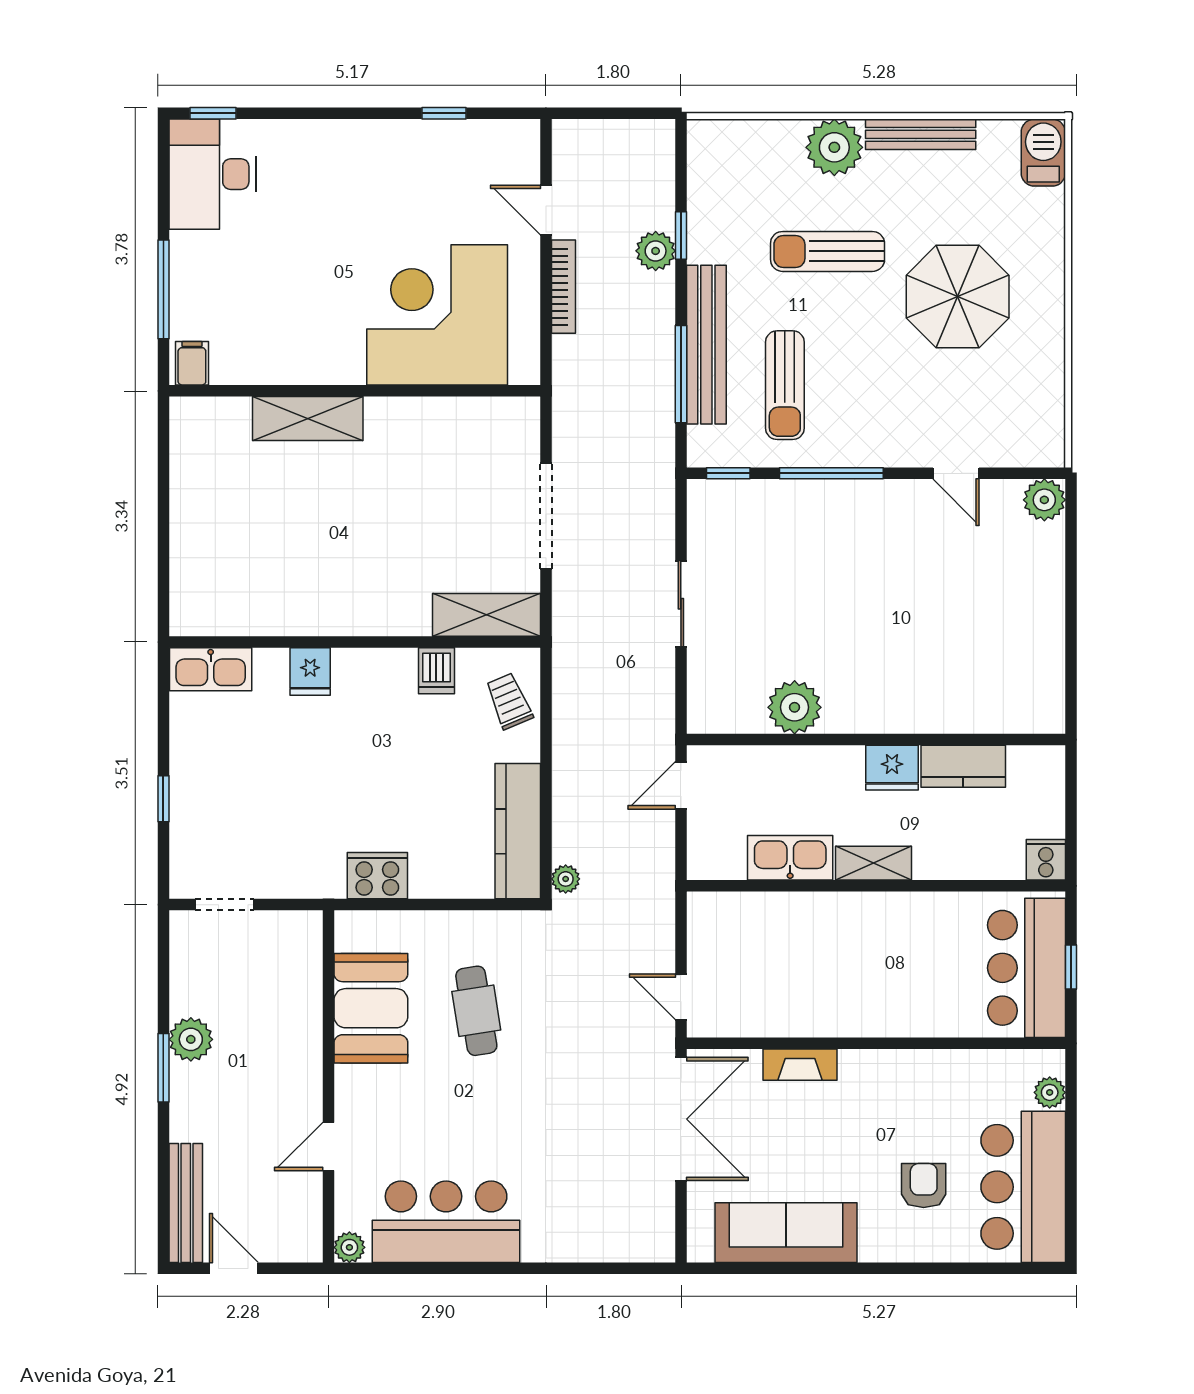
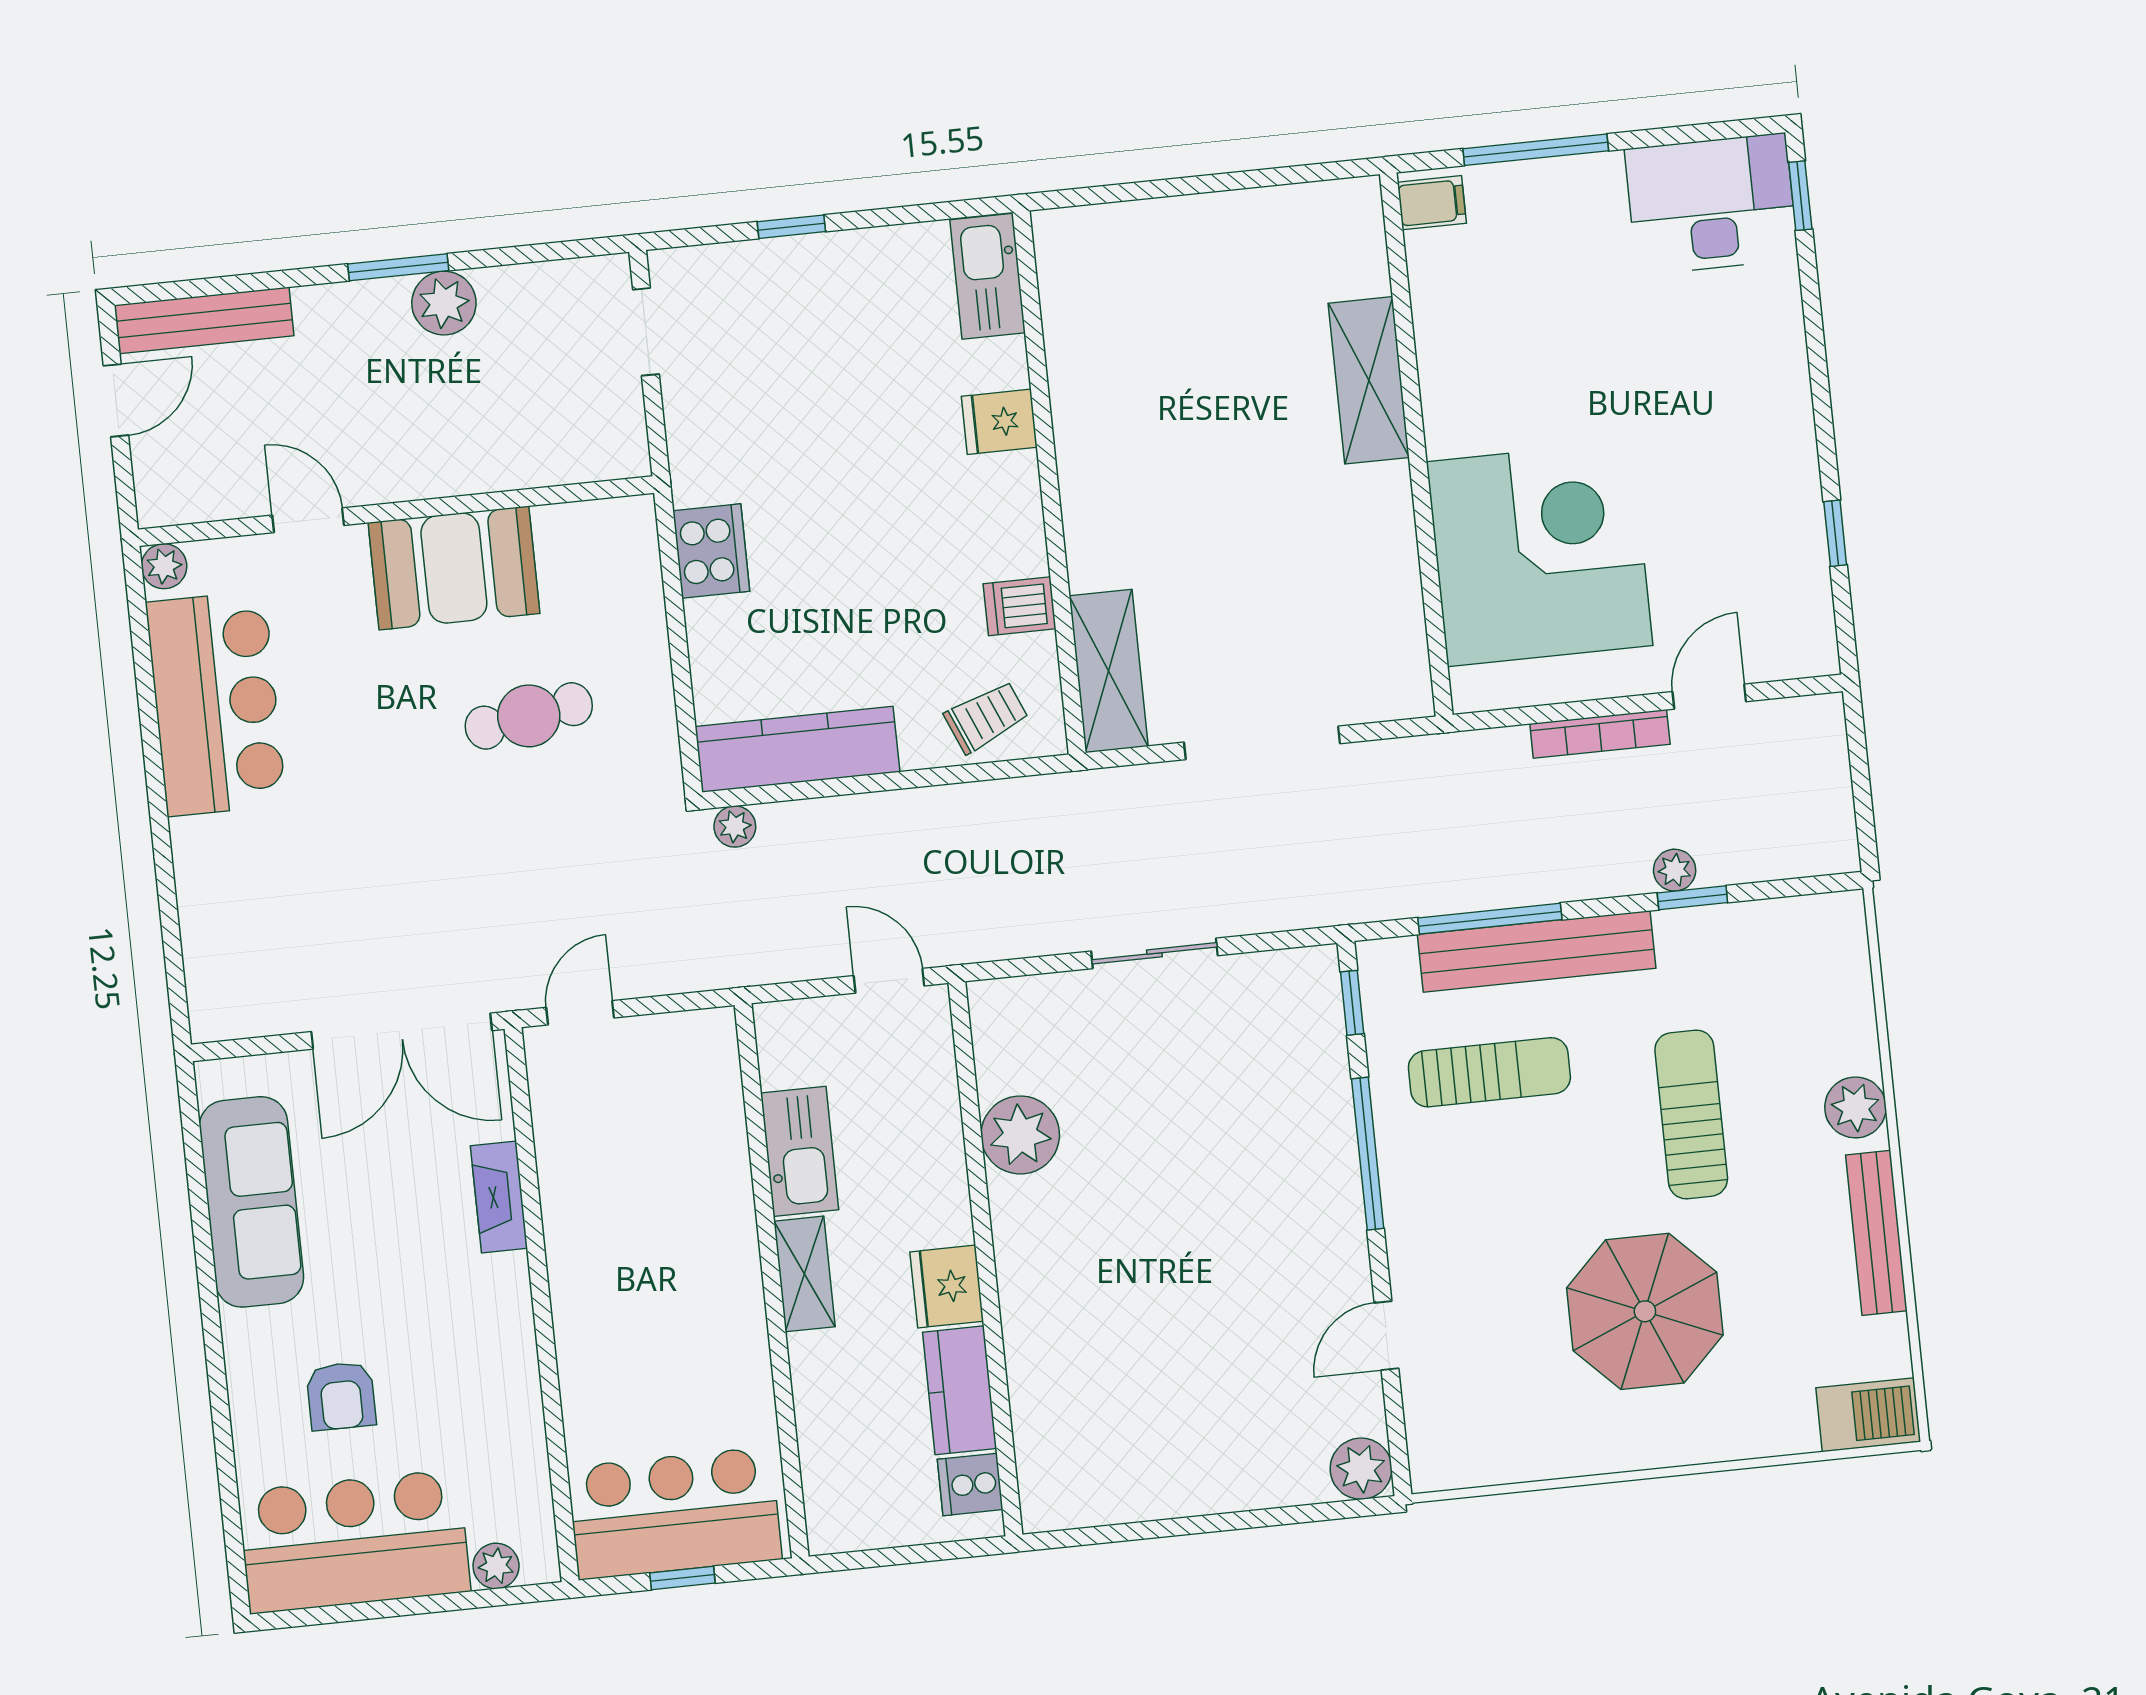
plant: (834, 147) -> (1855, 1107), width x0.73, depth x0.73
plant: (656, 251) -> (1675, 870), width x0.73, depth x0.73
sun lounger: (785, 385) -> (1489, 1072), turned 180
cooker: (1046, 860) -> (970, 1484), moved, turned 180
booth: (371, 1008) -> (454, 568), moved
armchair: (924, 1186) -> (341, 1396), turned 90

